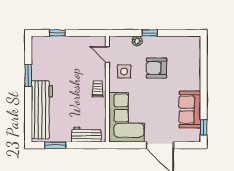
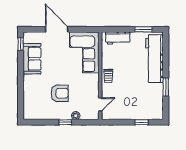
door: (107, 54) -> (100, 104), hinge flipped
side table: (124, 71) -> (86, 90), removed

